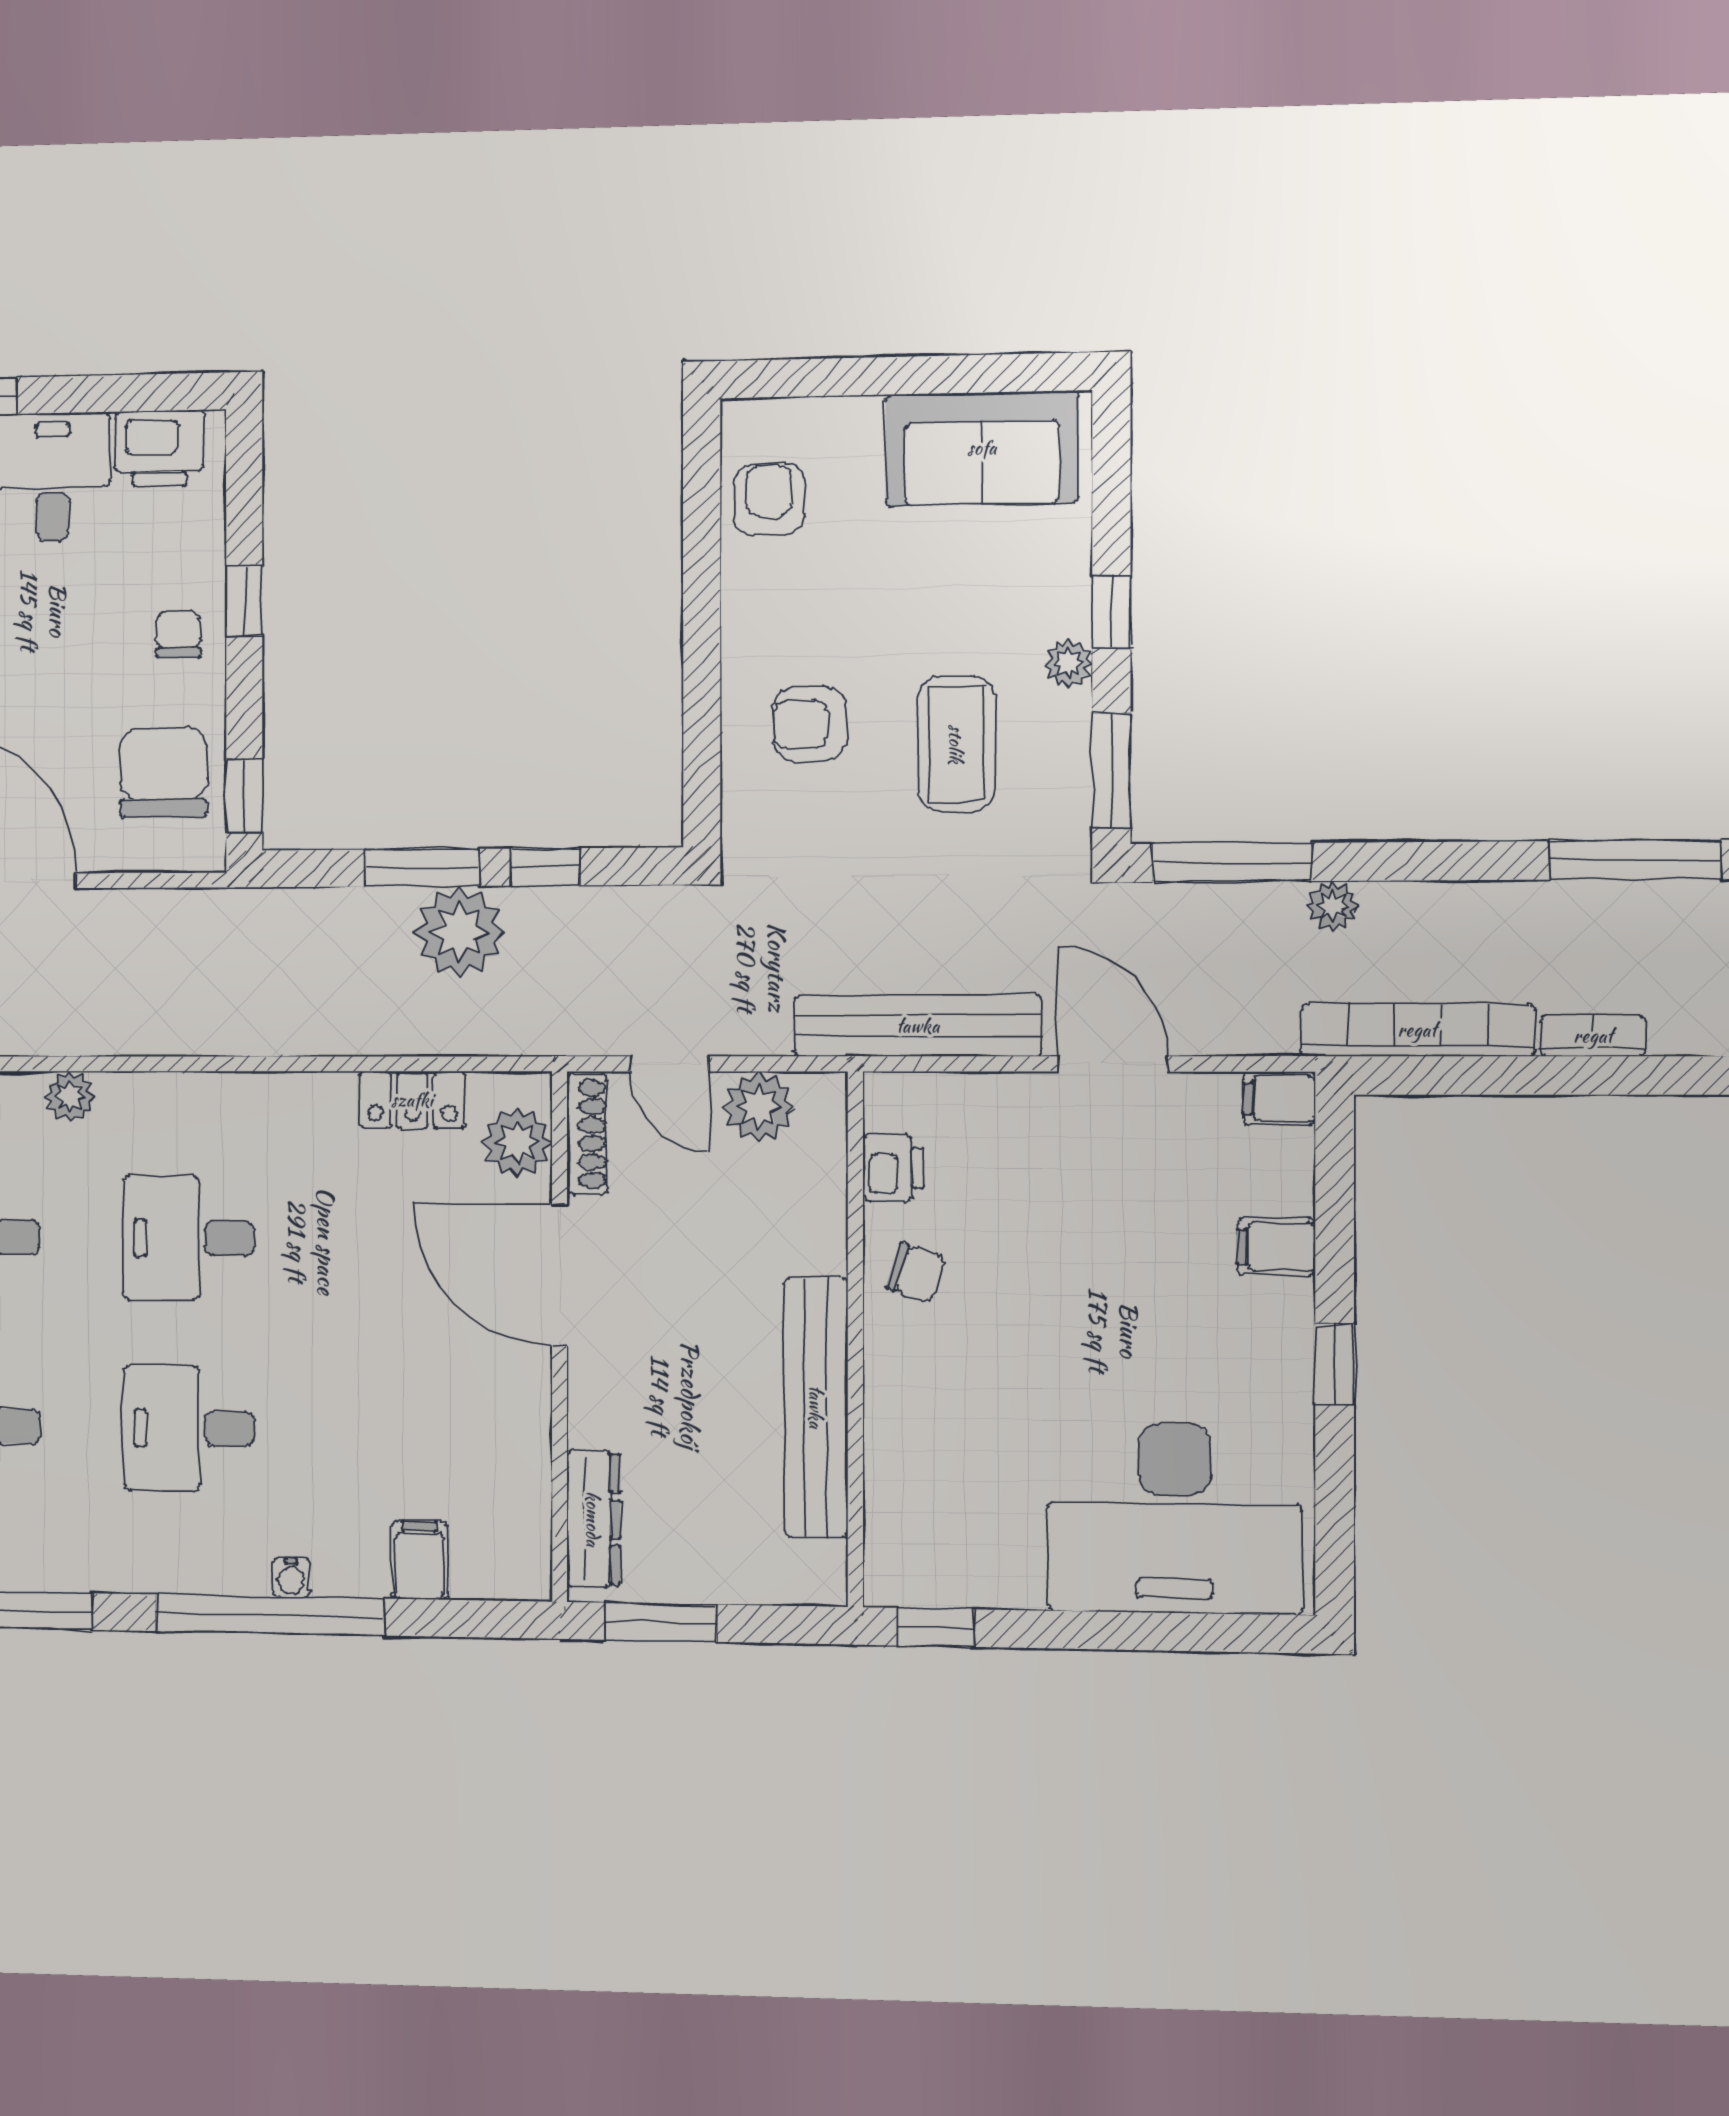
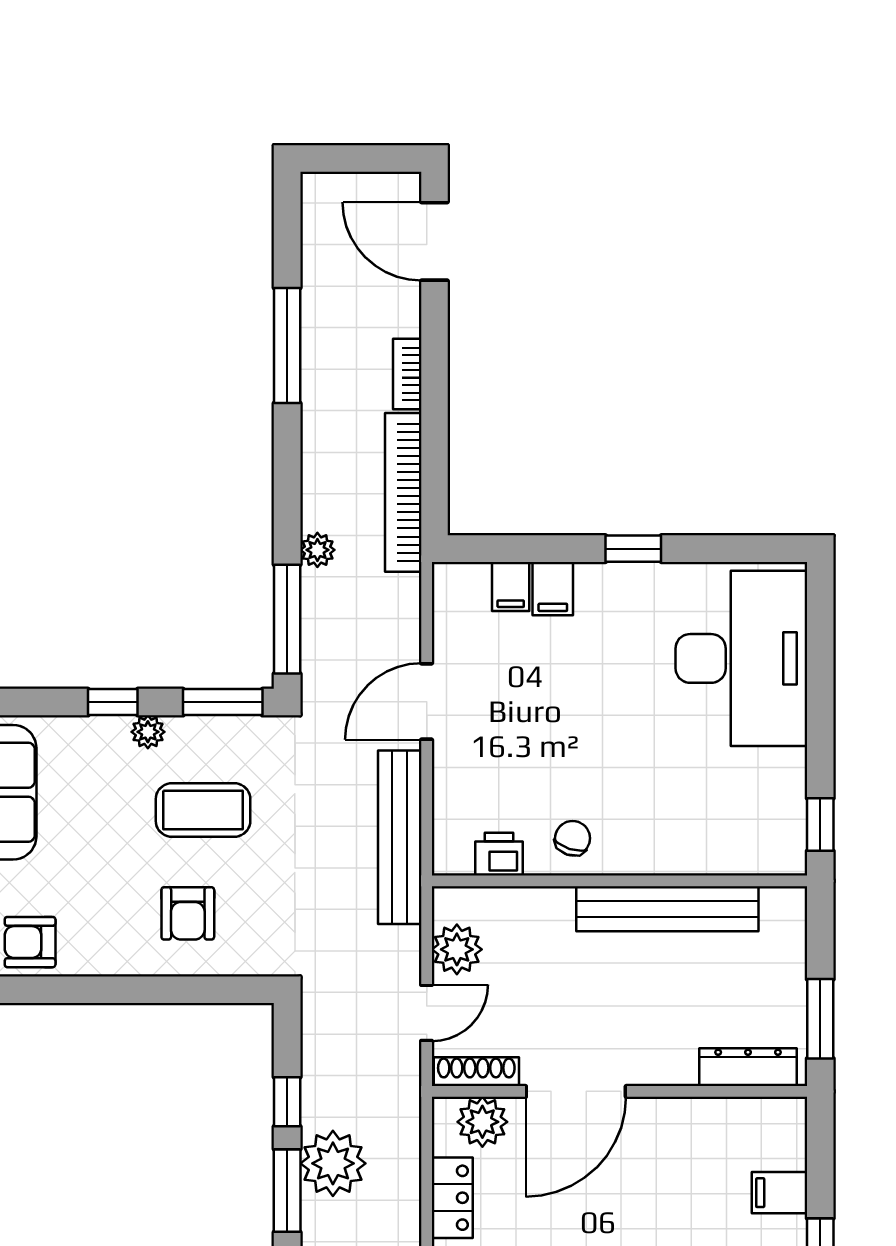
filing cabinet: (1279, 1098) -> (511, 586), moved

